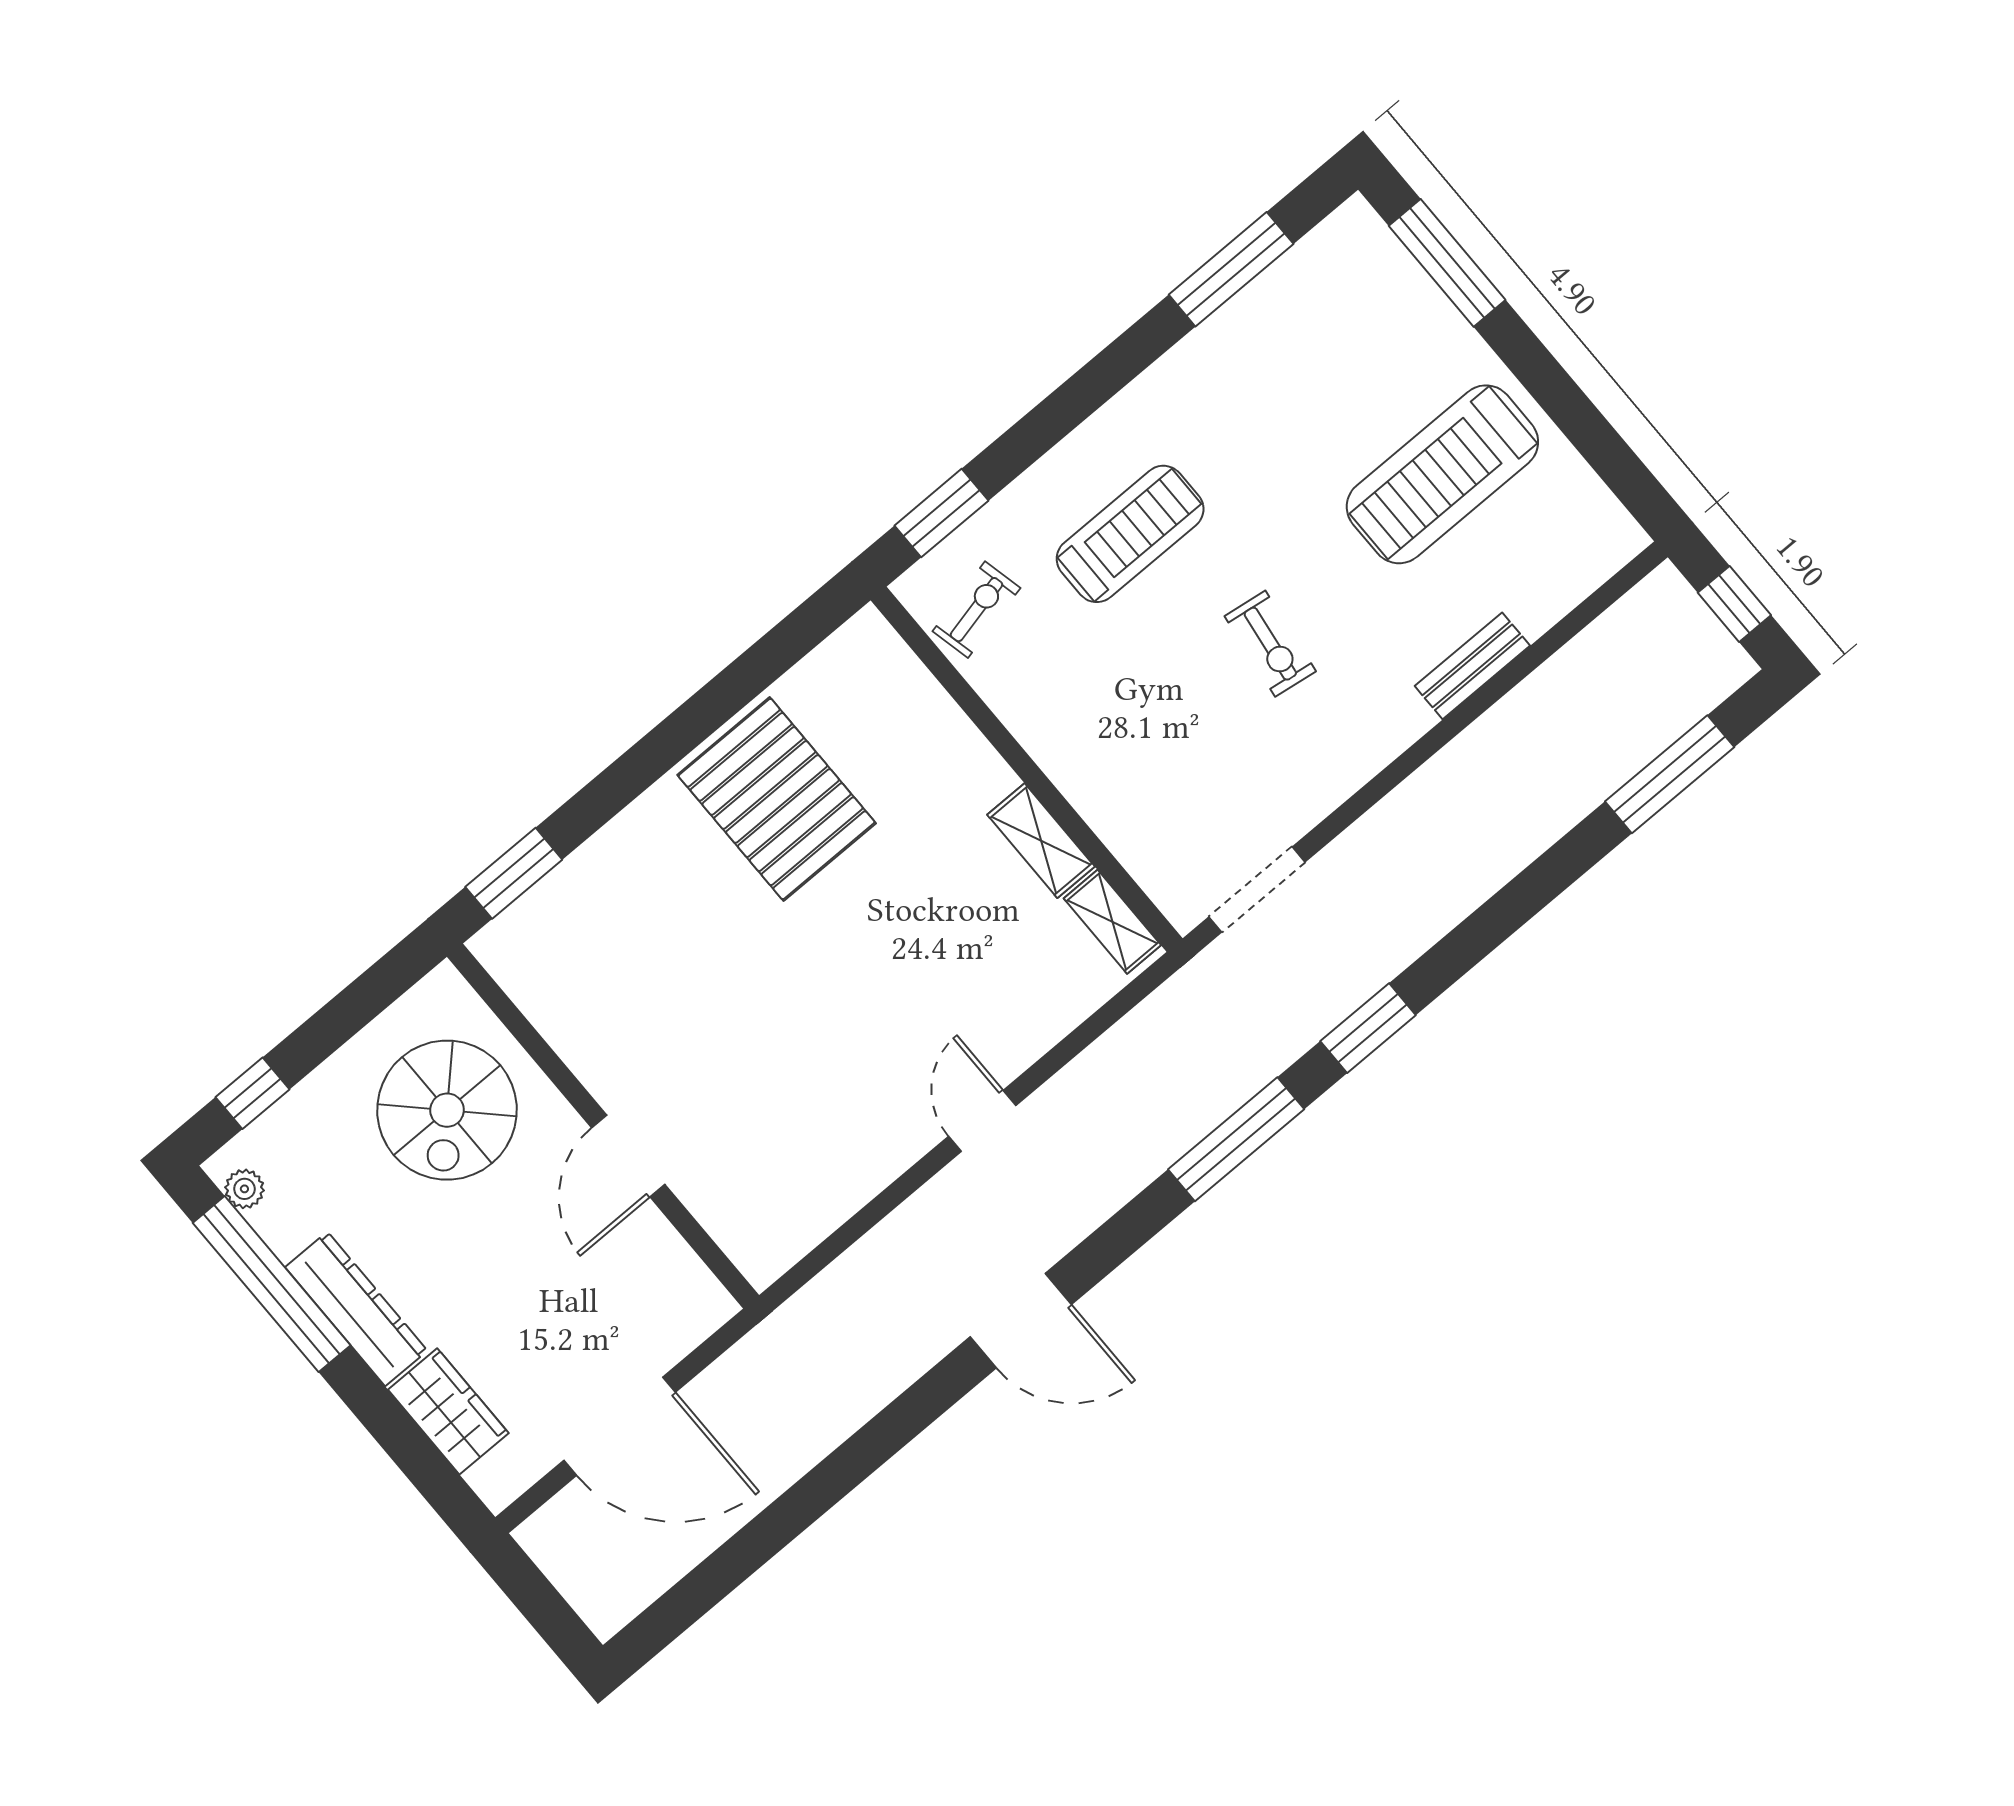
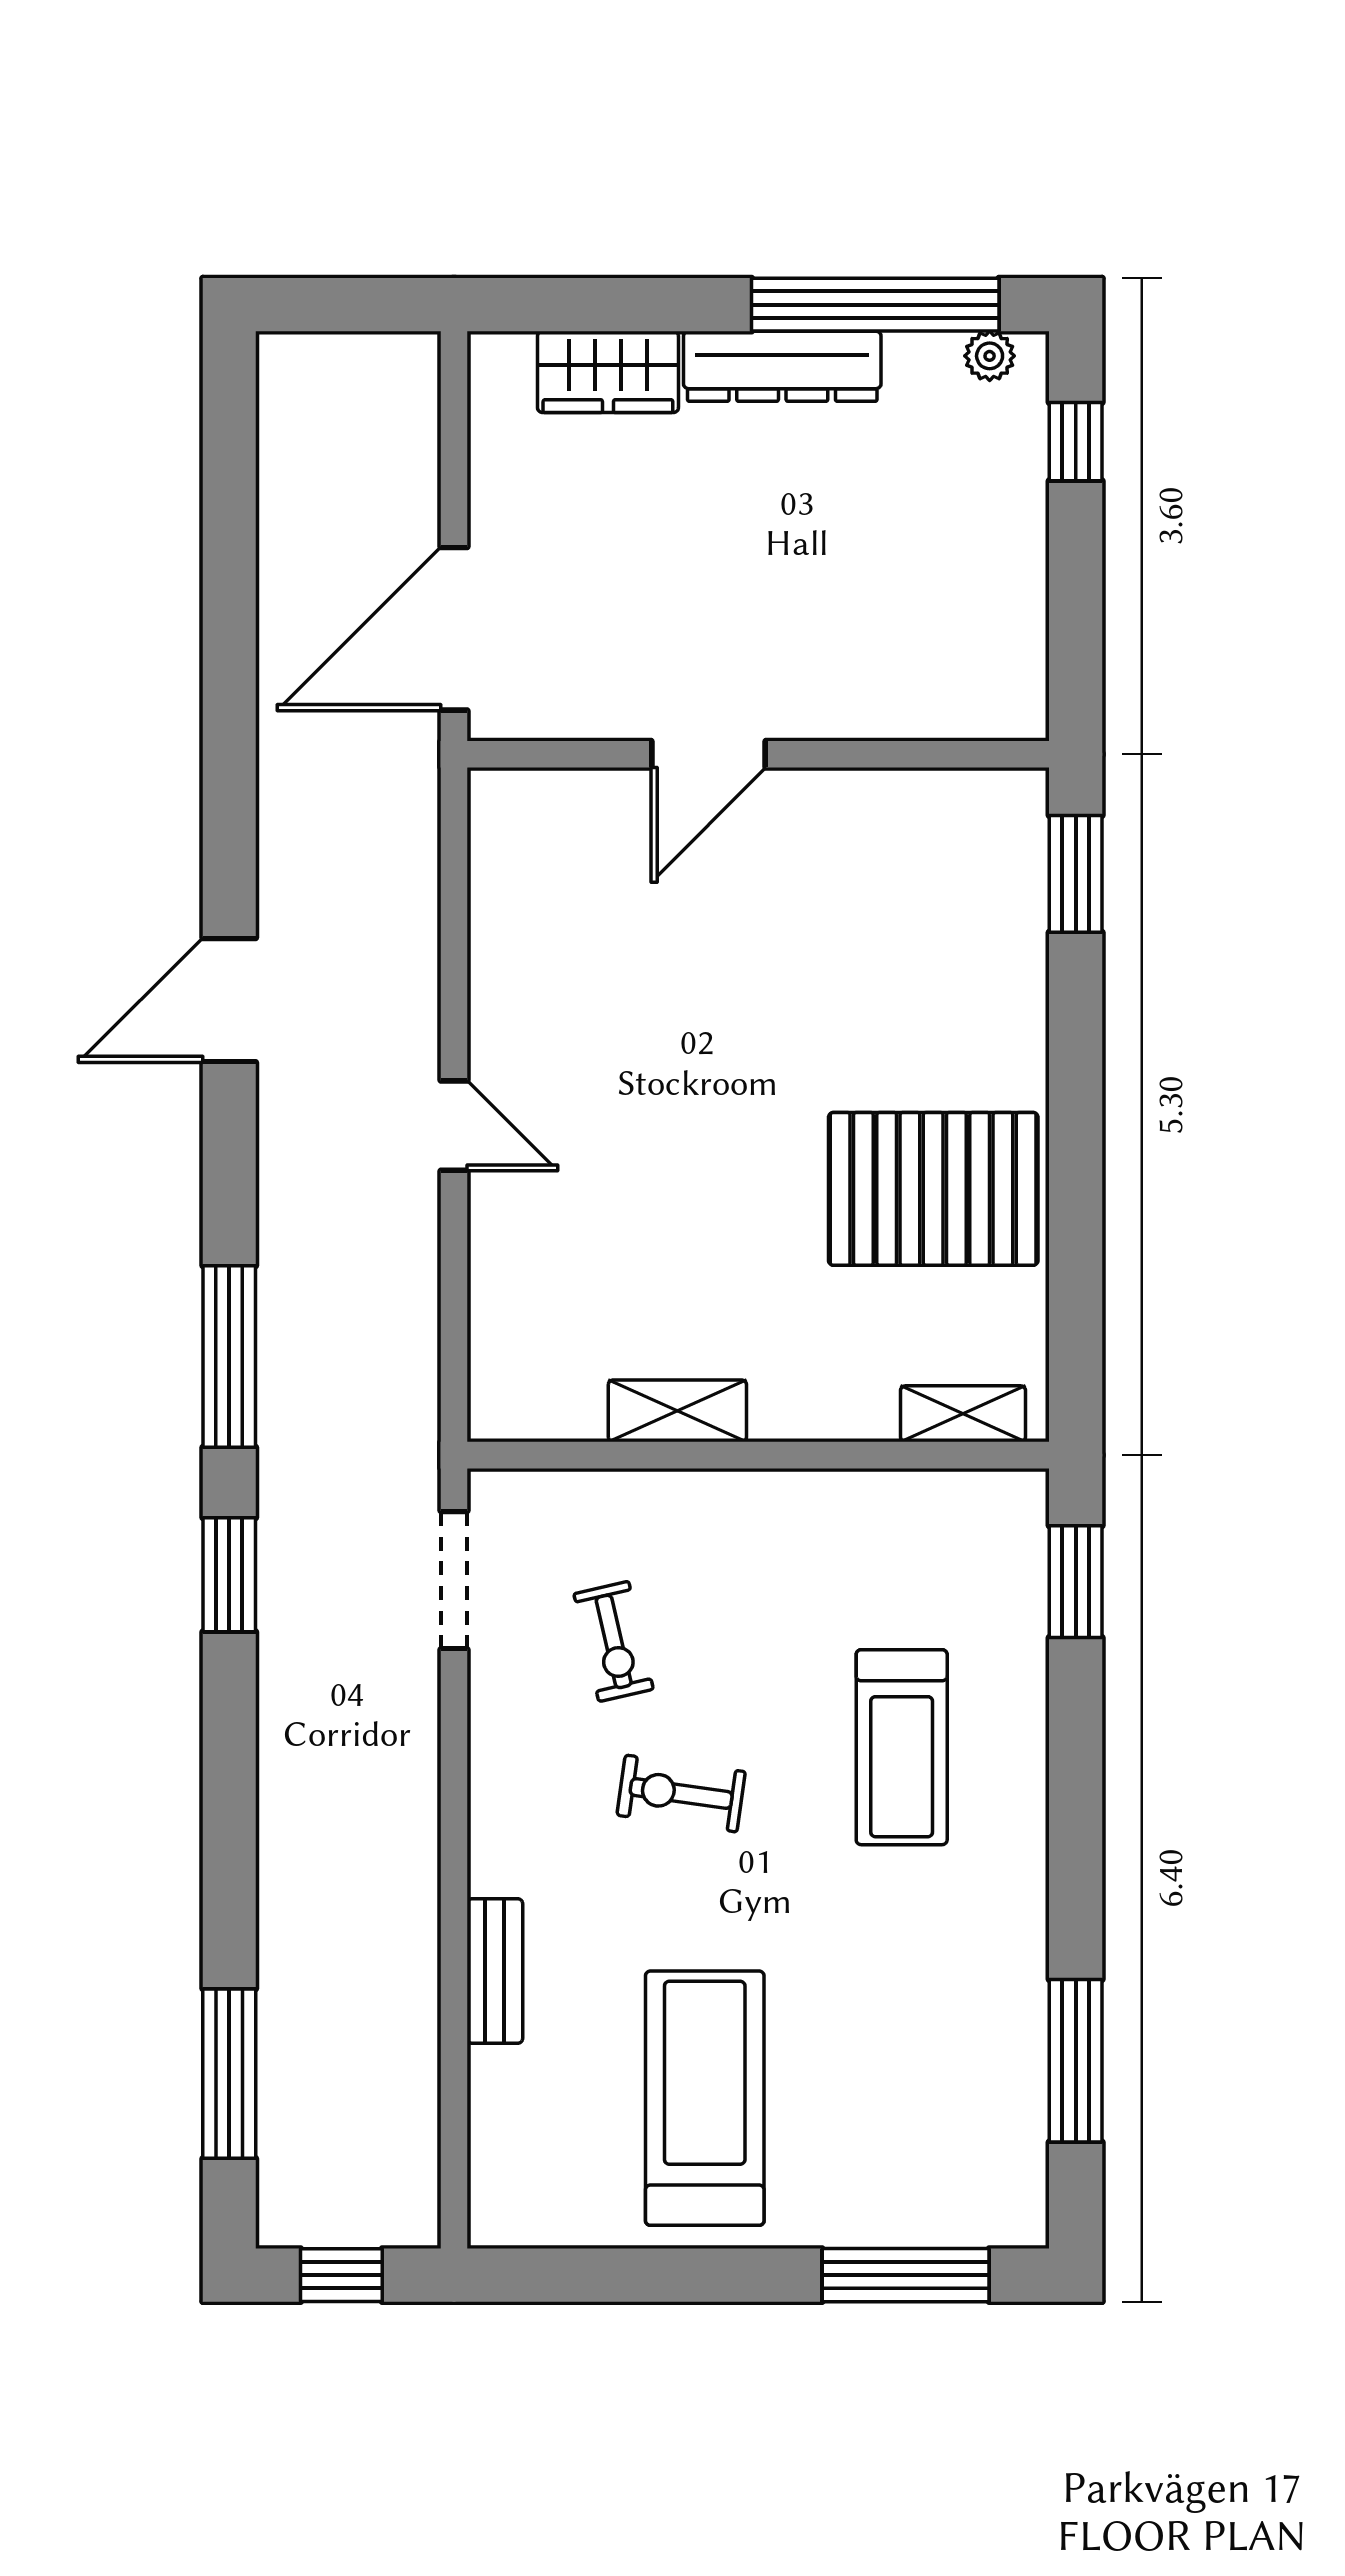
exercise bike: (976, 610) -> (614, 1641), moved
shelving: (1112, 922) -> (963, 1414), moved
spiral stairs: (447, 1110) -> (901, 616), removed
door: (628, 1156) -> (709, 754), swing flipped
door: (620, 1426) -> (454, 629), moved

